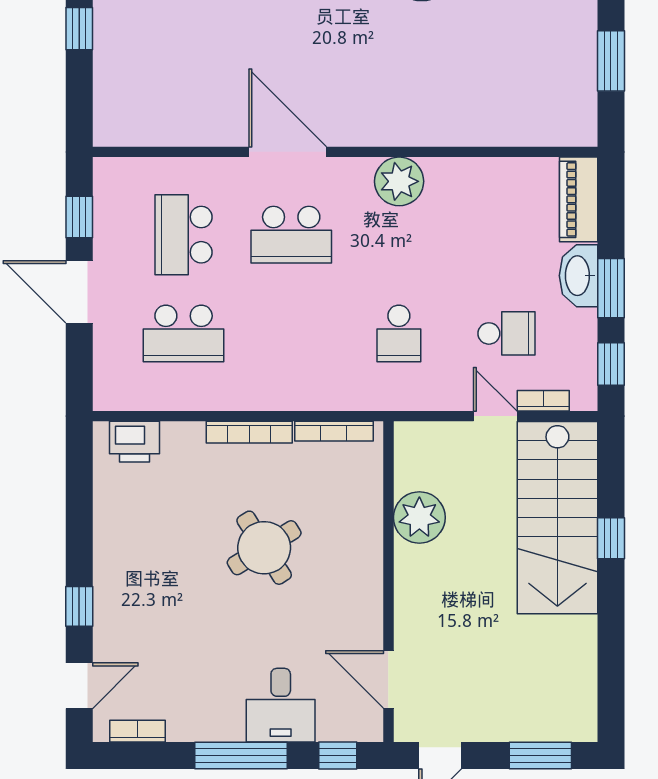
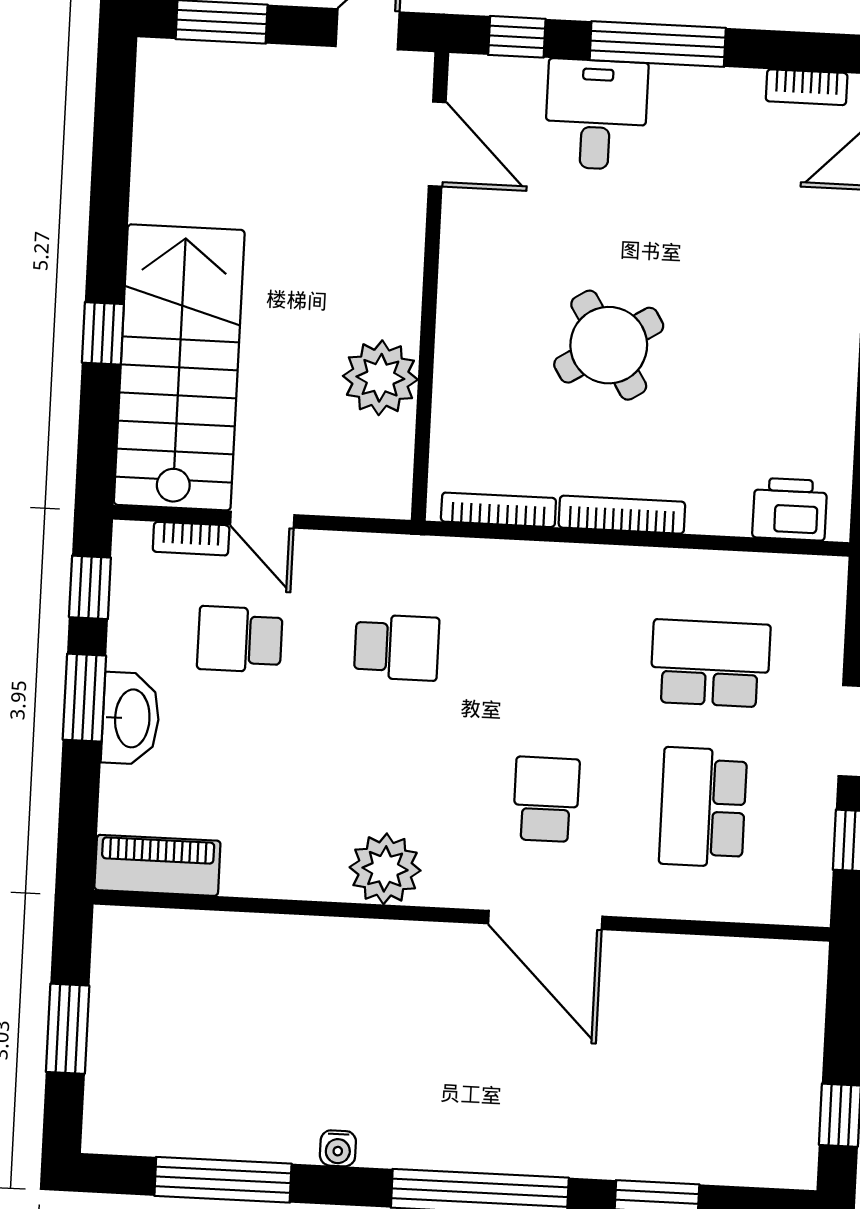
piano: (579, 199) -> (157, 865), moved, turned -90
school desk: (184, 235) -> (703, 807), turned 180
school desk: (291, 235) -> (546, 799), width x0.54
school desk: (399, 333) -> (397, 647), turned 90

